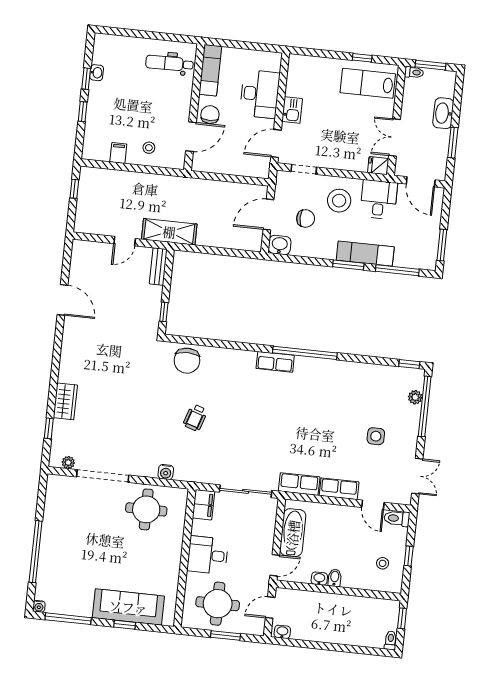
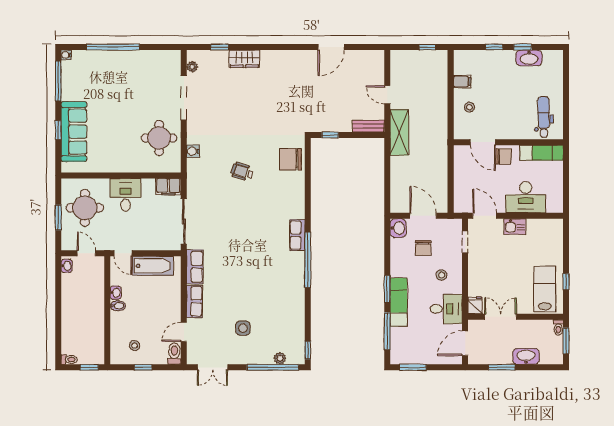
washbasin: (97, 73) -> (529, 58), width x1.91, depth x1.45
stool: (339, 201) -> (441, 275), width x0.53, depth x0.53

